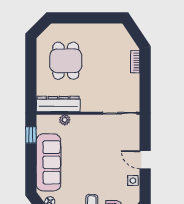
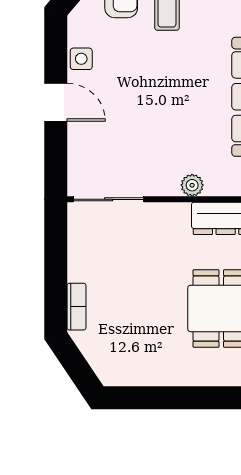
plant: (65, 120) -> (192, 185), moved

